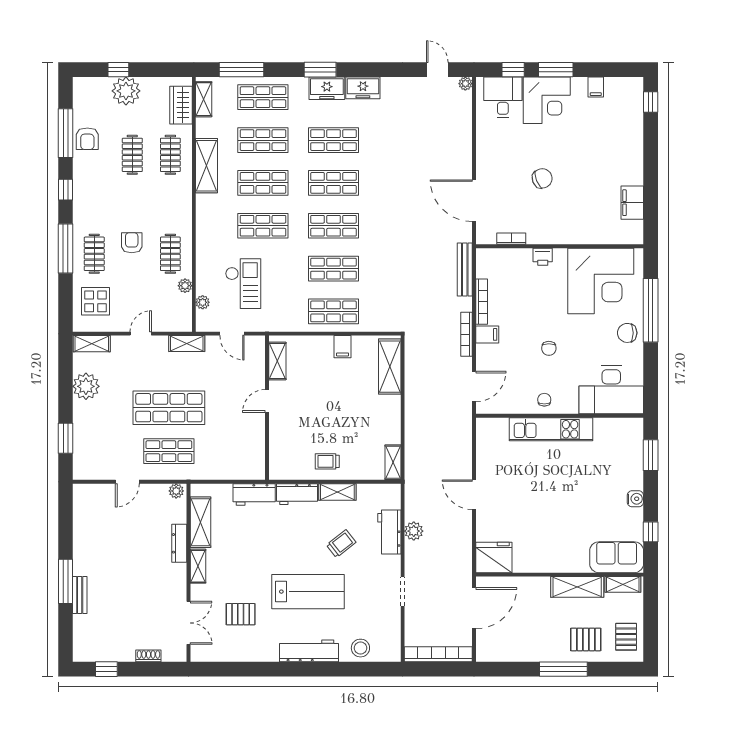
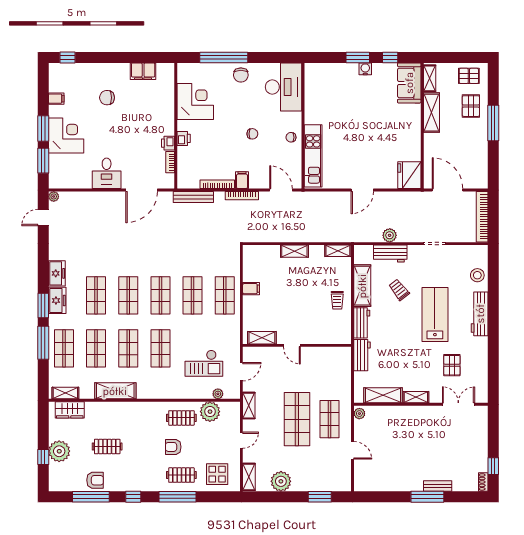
window: (241, 70) -> (43, 343), moved
window: (513, 70) -> (43, 161), width x1.50
desk: (503, 97) -> (107, 173), moved, turned -90
clothes rail: (170, 155) -> (107, 418), removed
chair: (542, 178) -> (107, 98), moved, turned -68
printer: (536, 236) -> (168, 143), added
corner desk: (601, 281) -> (195, 101), width x0.74, depth x0.74
checkout: (243, 284) -> (204, 363), turned 180
plant: (185, 286) -> (210, 412), width x1.88, depth x1.88
door: (141, 334) -> (241, 440), swing flipped
shelving: (390, 367) -> (294, 251), moved, width x0.67, depth x0.75
kitchen unit: (551, 429) -> (313, 156), moved
window: (651, 455) -> (358, 57), moved
shelving: (337, 492) -> (362, 286), width x1.50, depth x1.33
dresser: (179, 543) -> (399, 411), removed
shoe rack: (148, 656) -> (483, 482), moved

